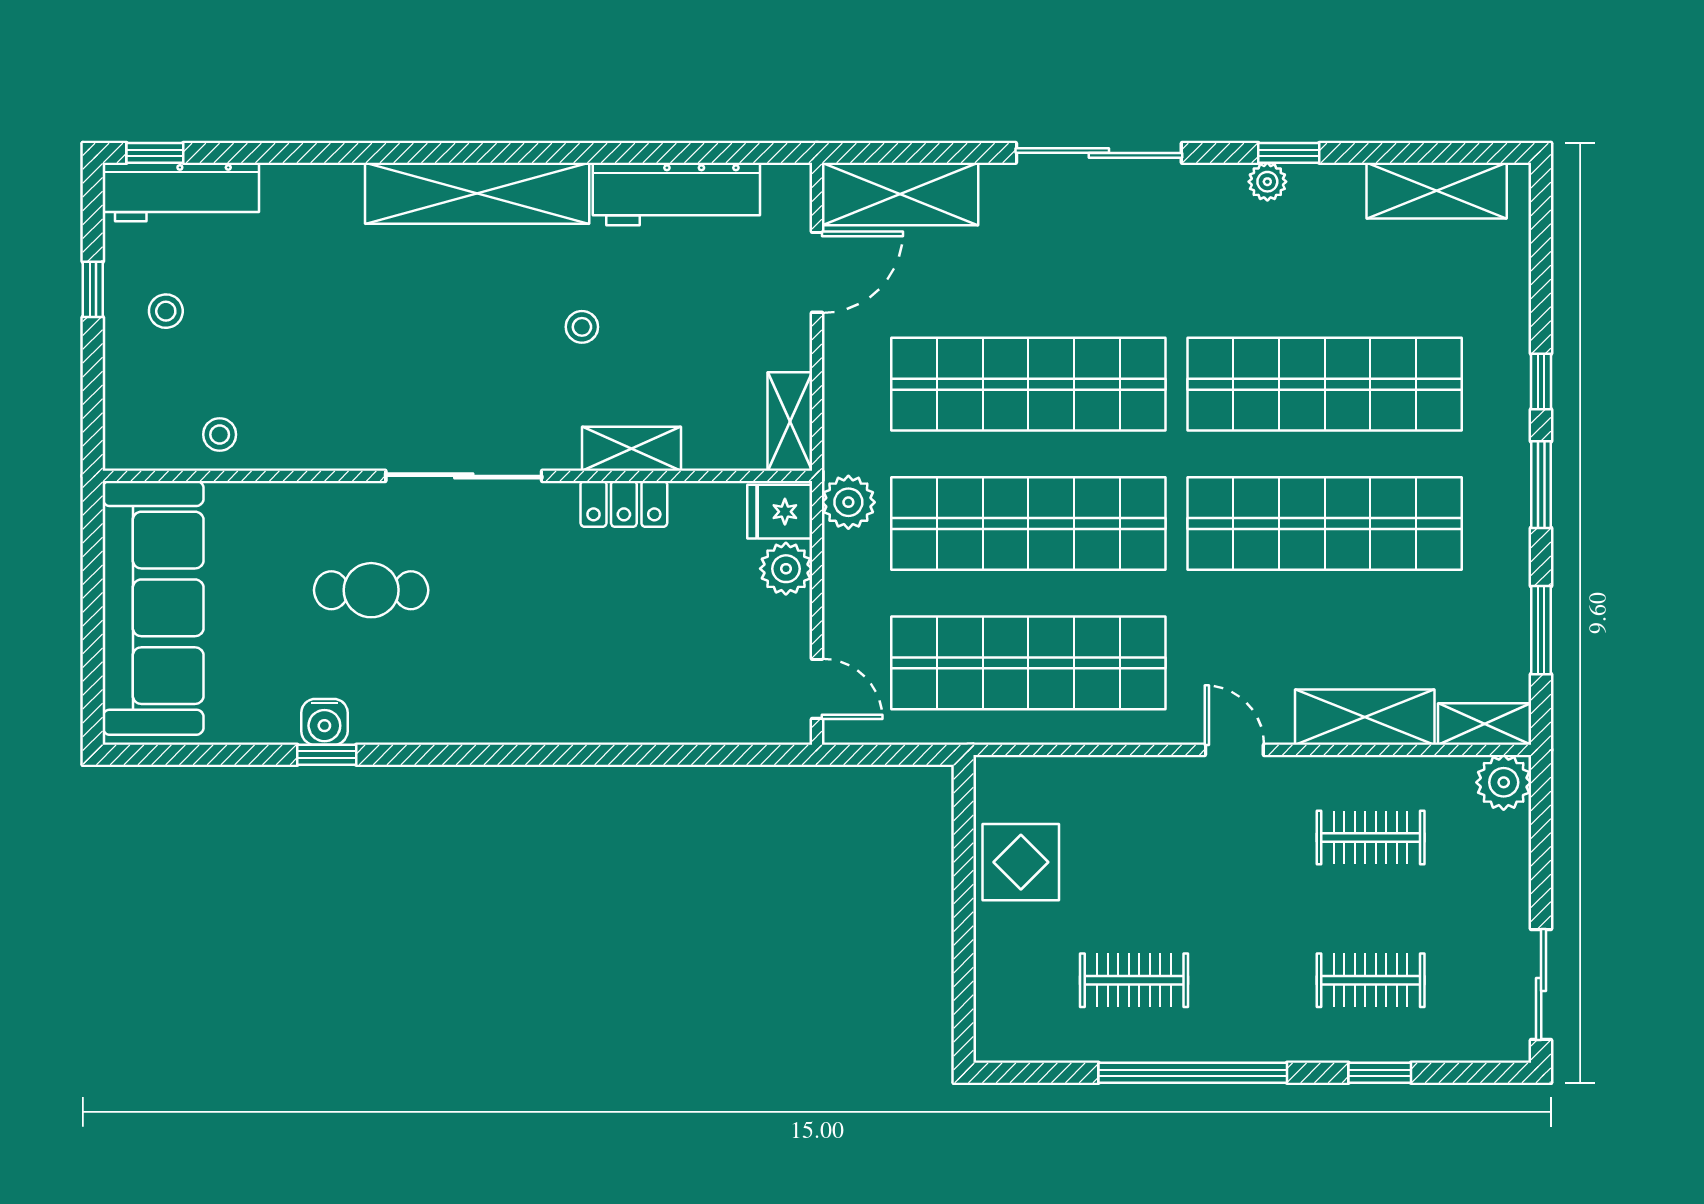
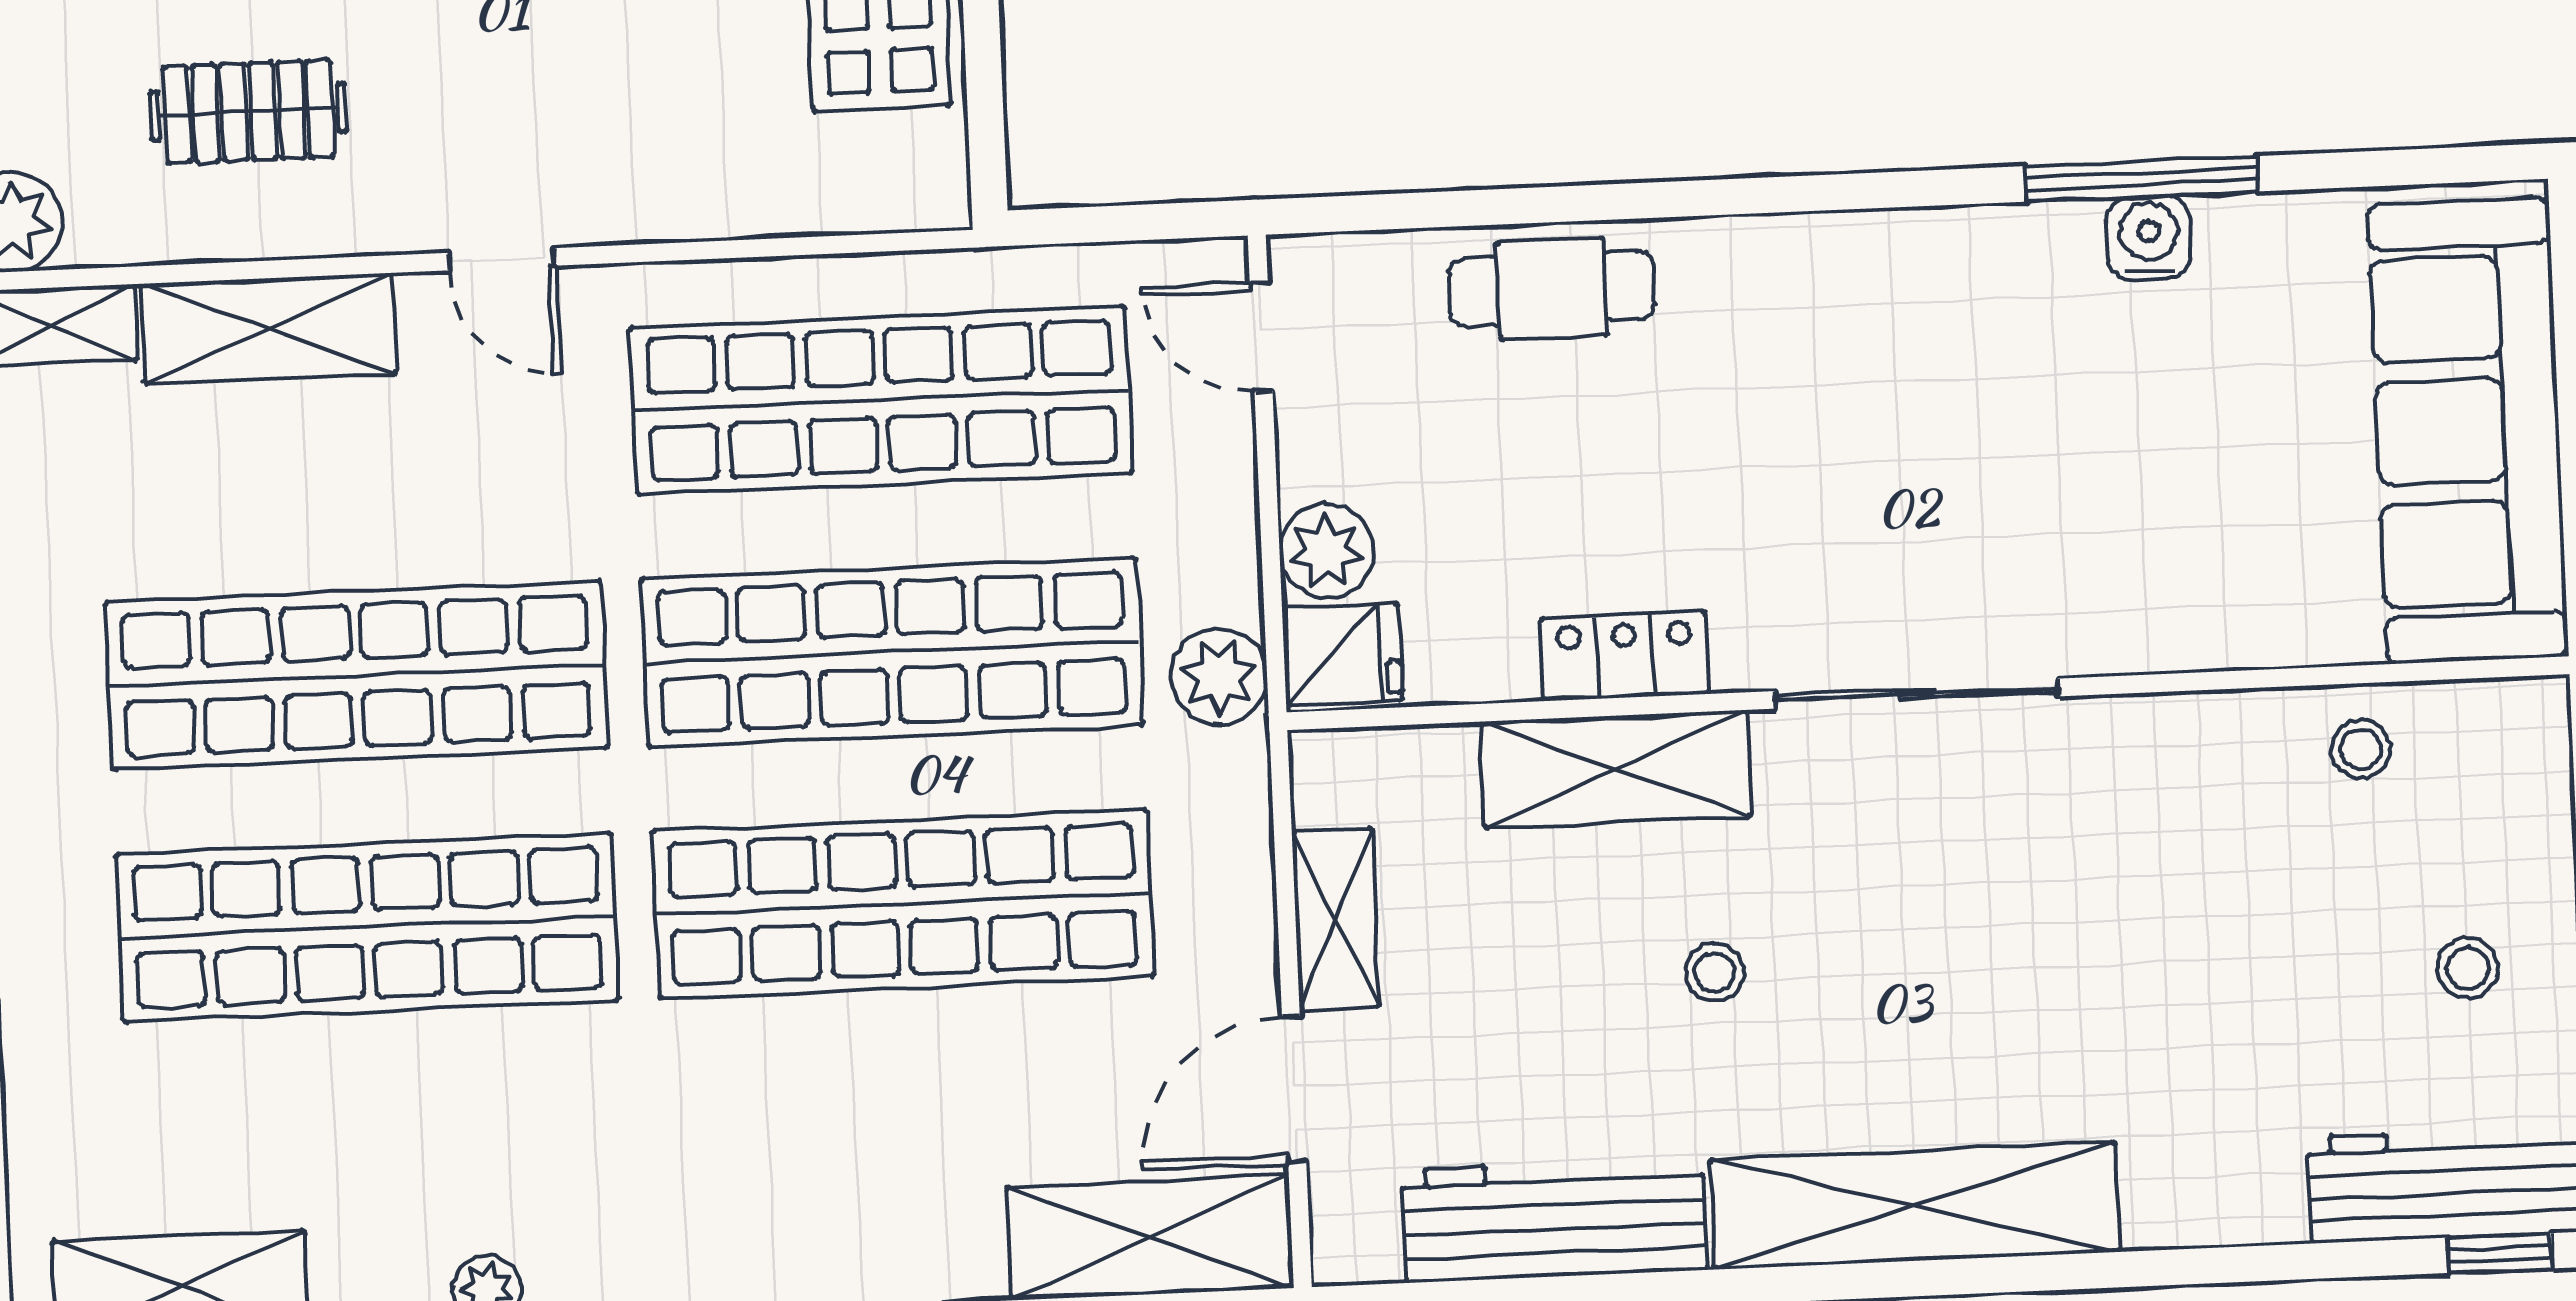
shelving: (790, 422) -> (1336, 919), moved
shelving: (631, 449) -> (1616, 769), width x1.50, depth x1.33
cafe table: (371, 590) -> (1552, 289), moved
window: (327, 755) -> (2142, 179), width x2.17

